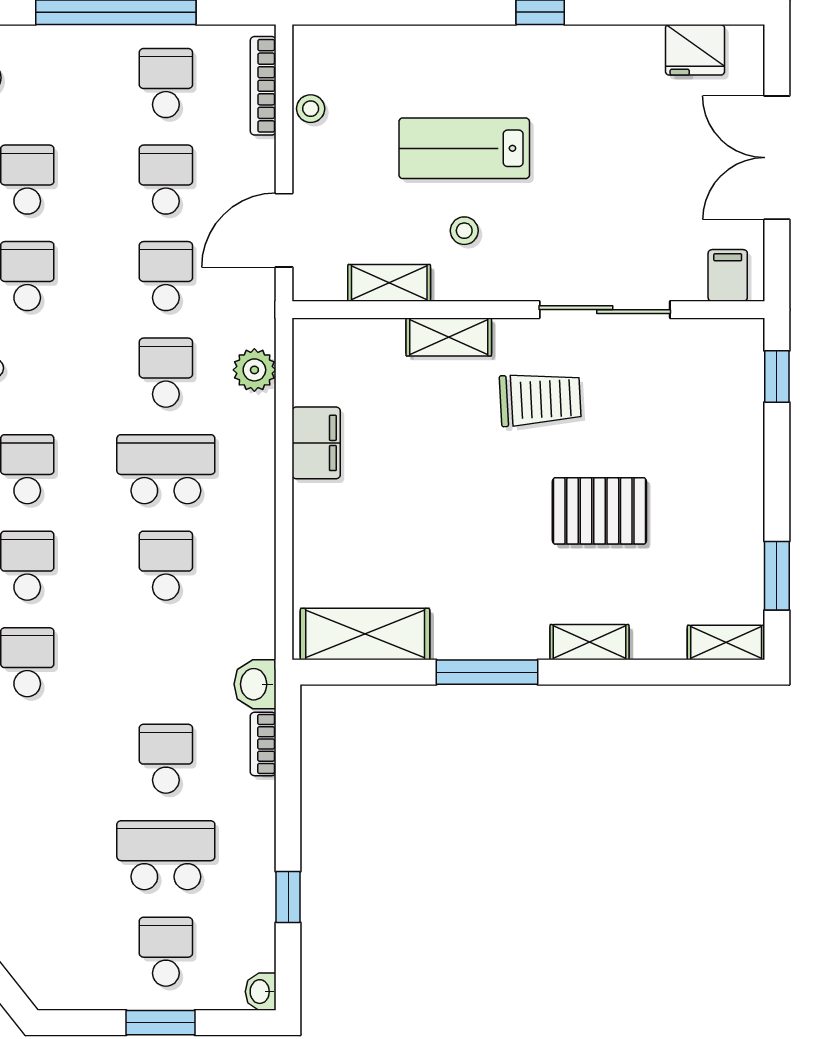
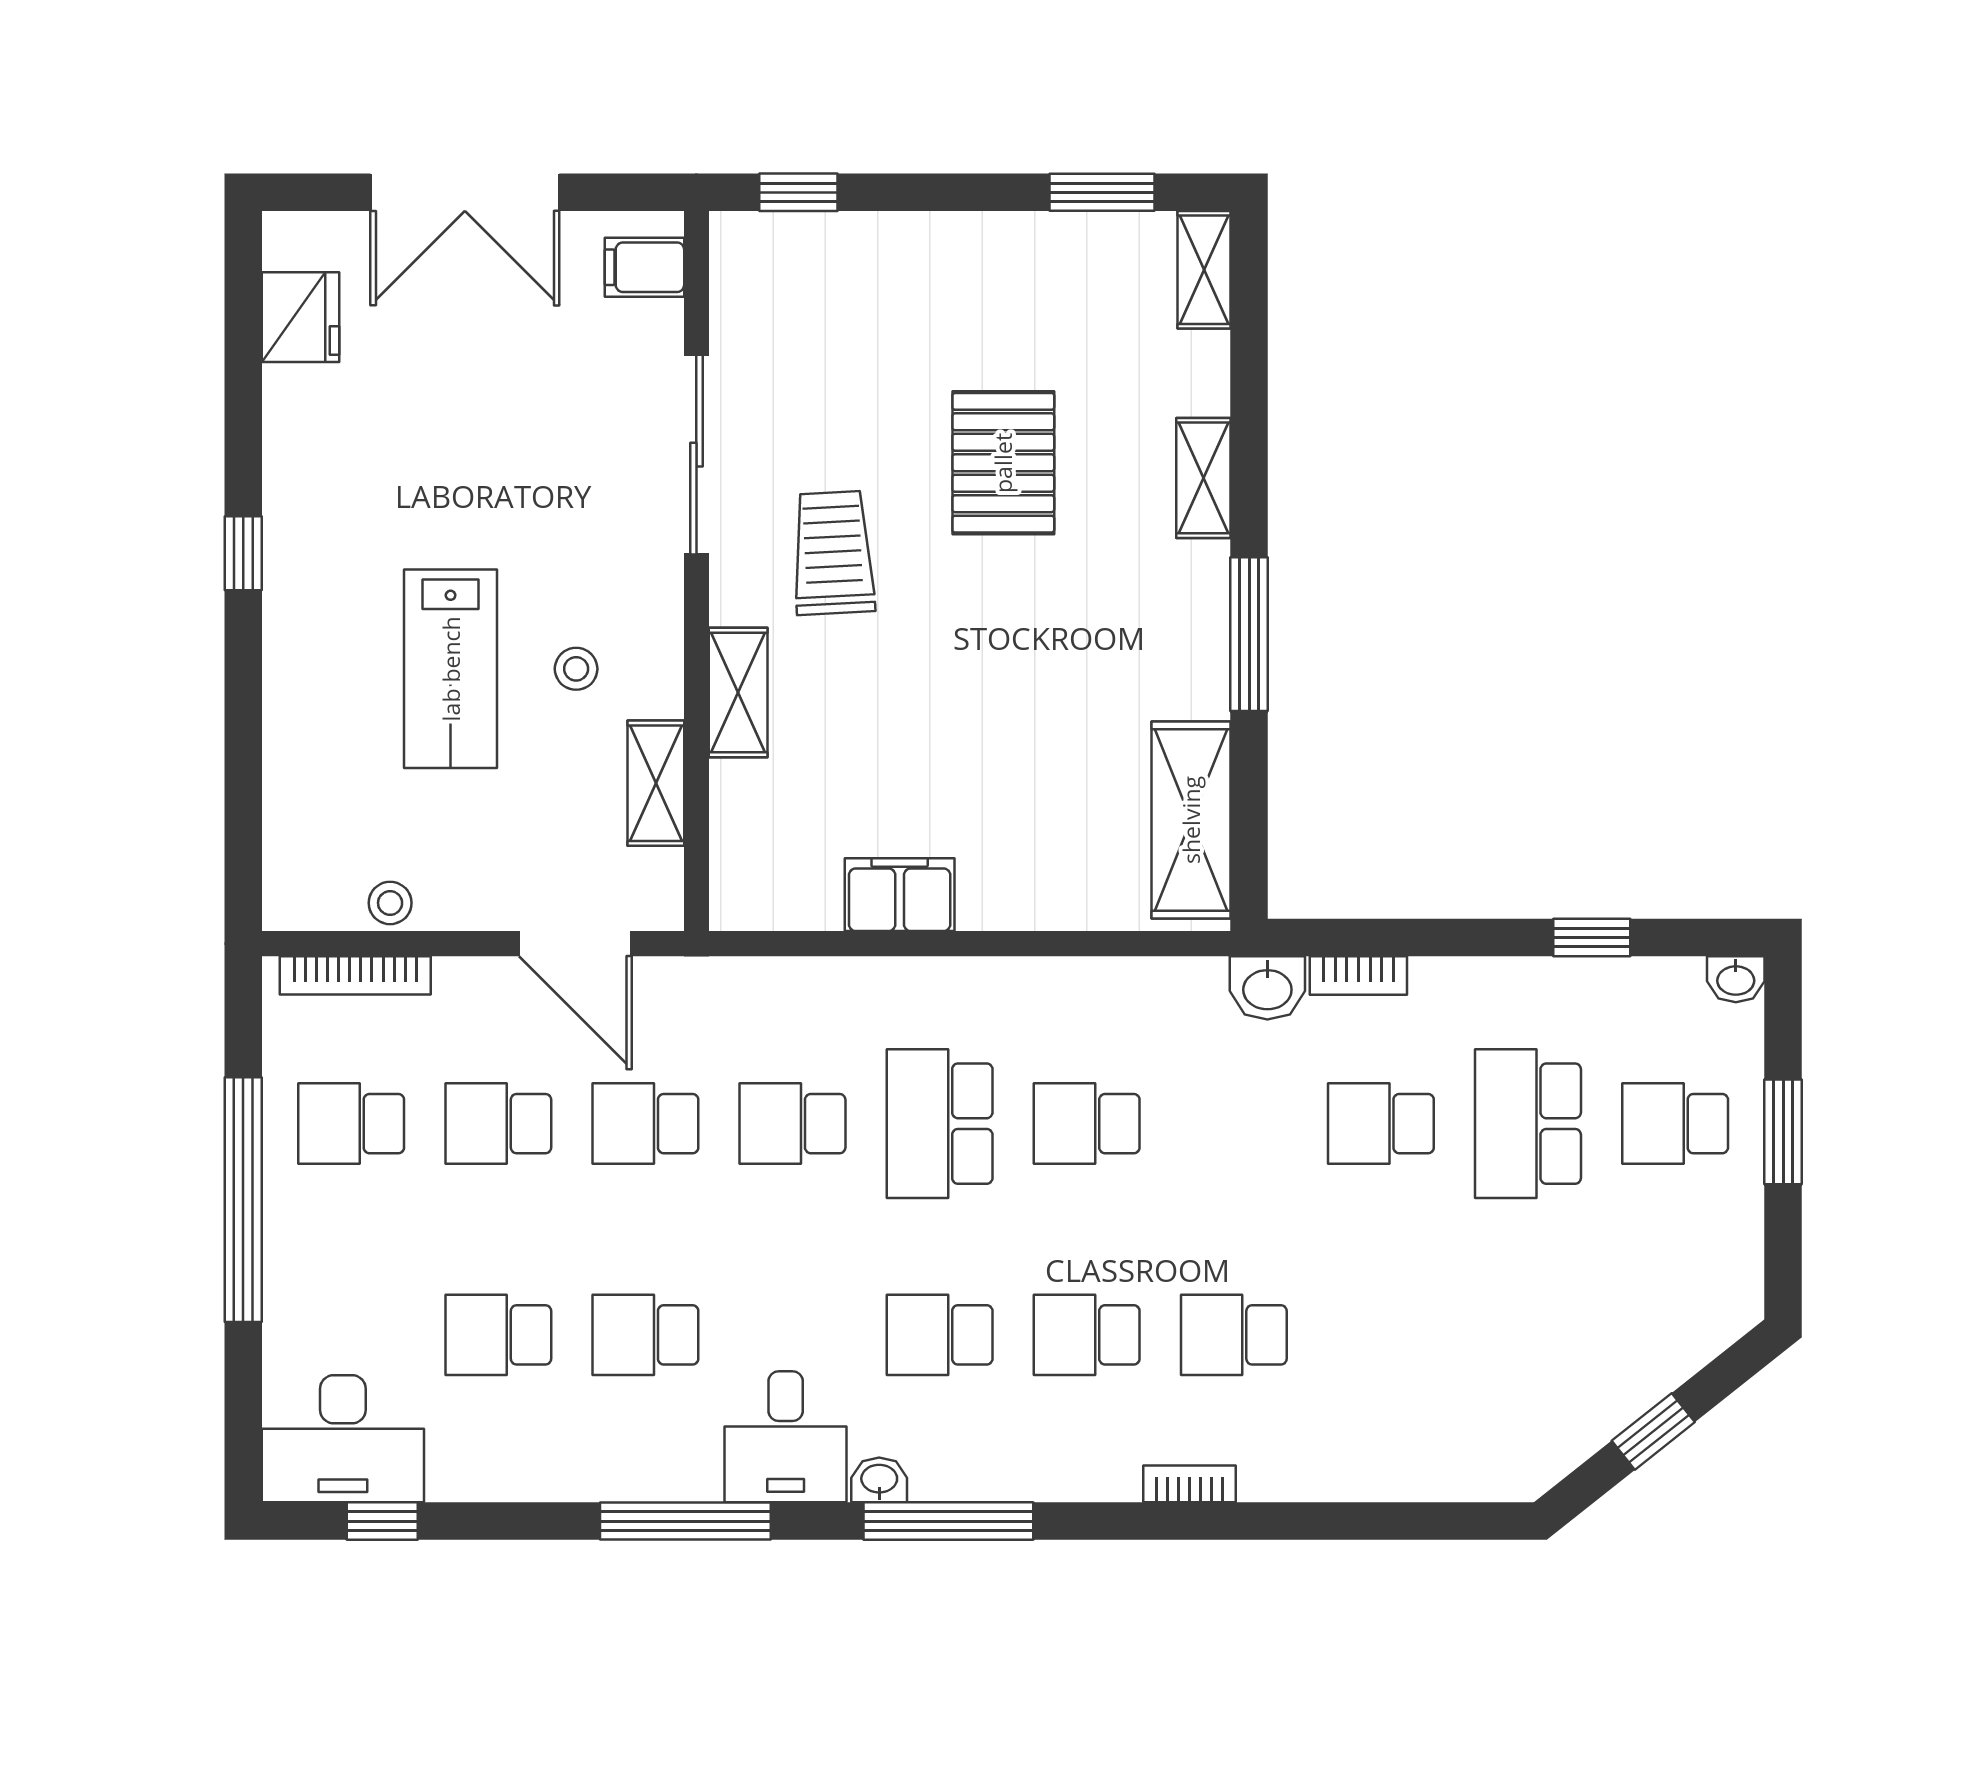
plant: (254, 370) -> (788, 989), removed

